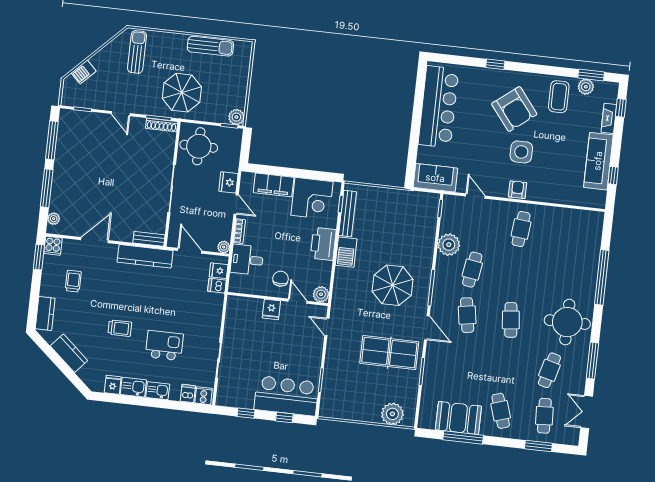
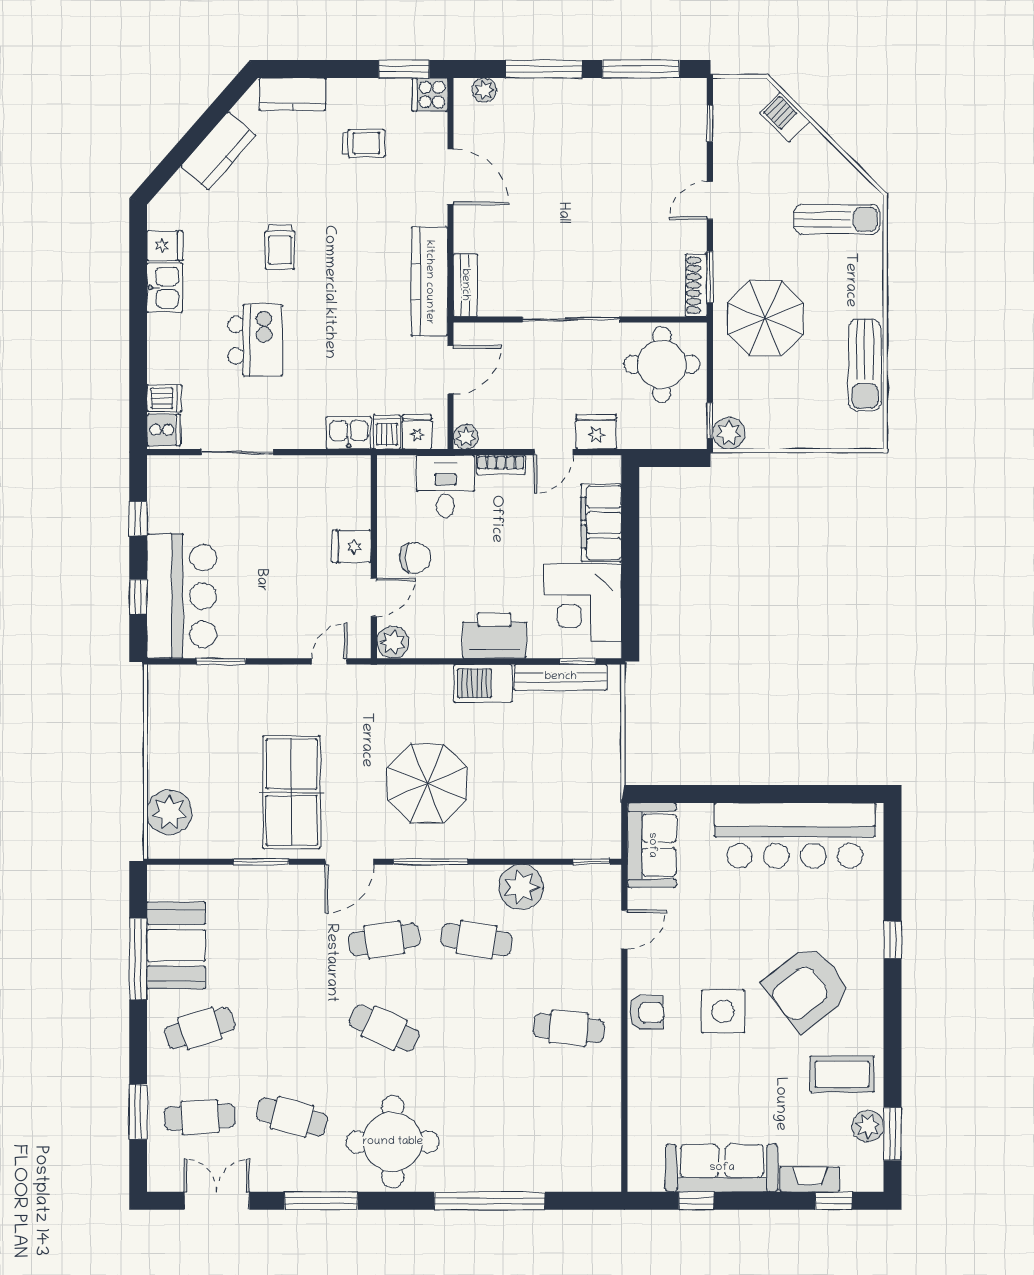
cafe table: (511, 320) -> (384, 1028), turned 30
kitchen sink: (158, 391) -> (349, 433), moved, turned -90

